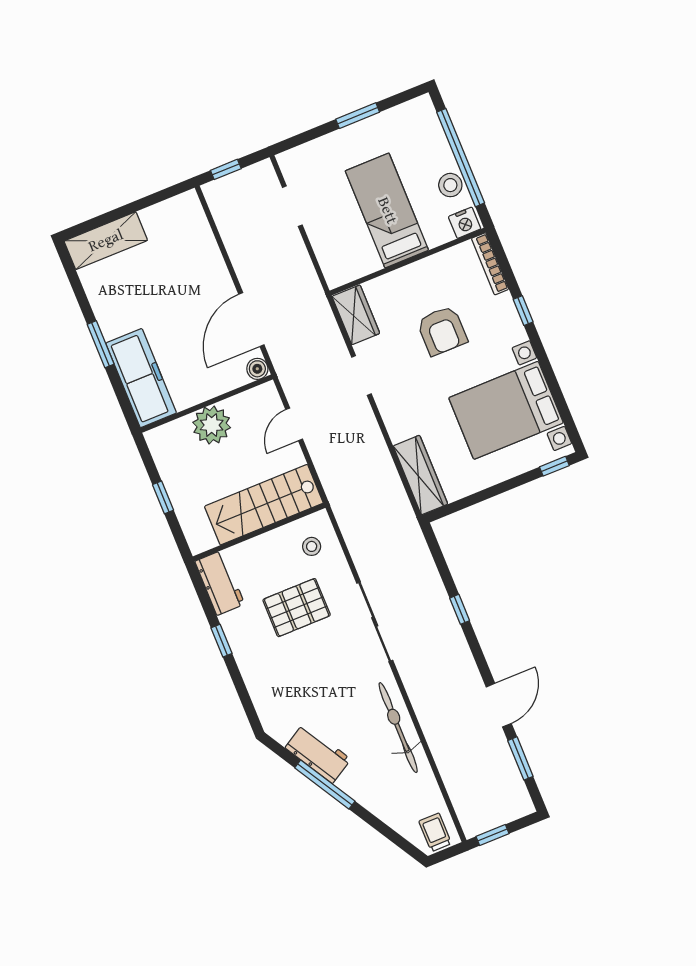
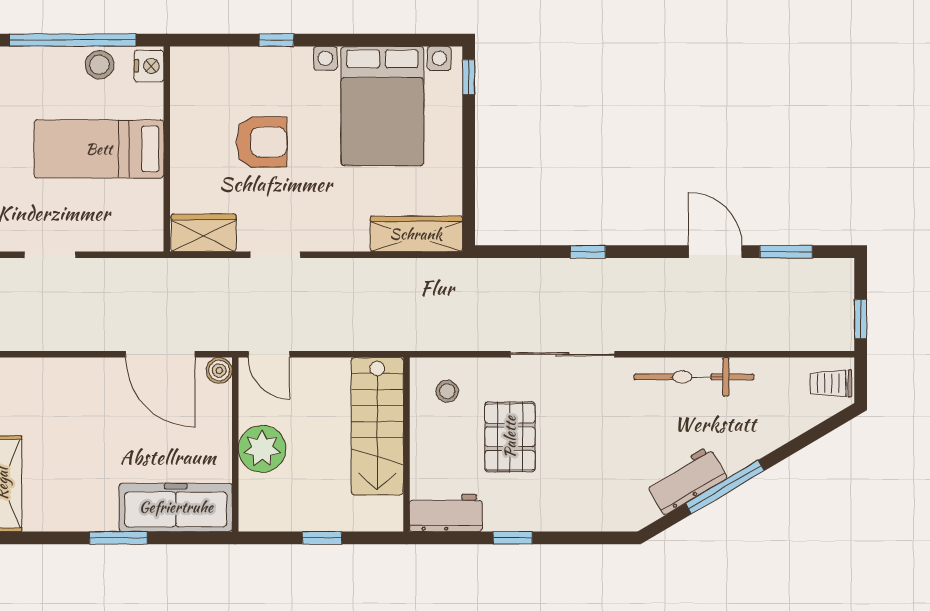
bookcase: (490, 264) -> (208, 56), removed
door: (294, 424) -> (269, 354), moved

